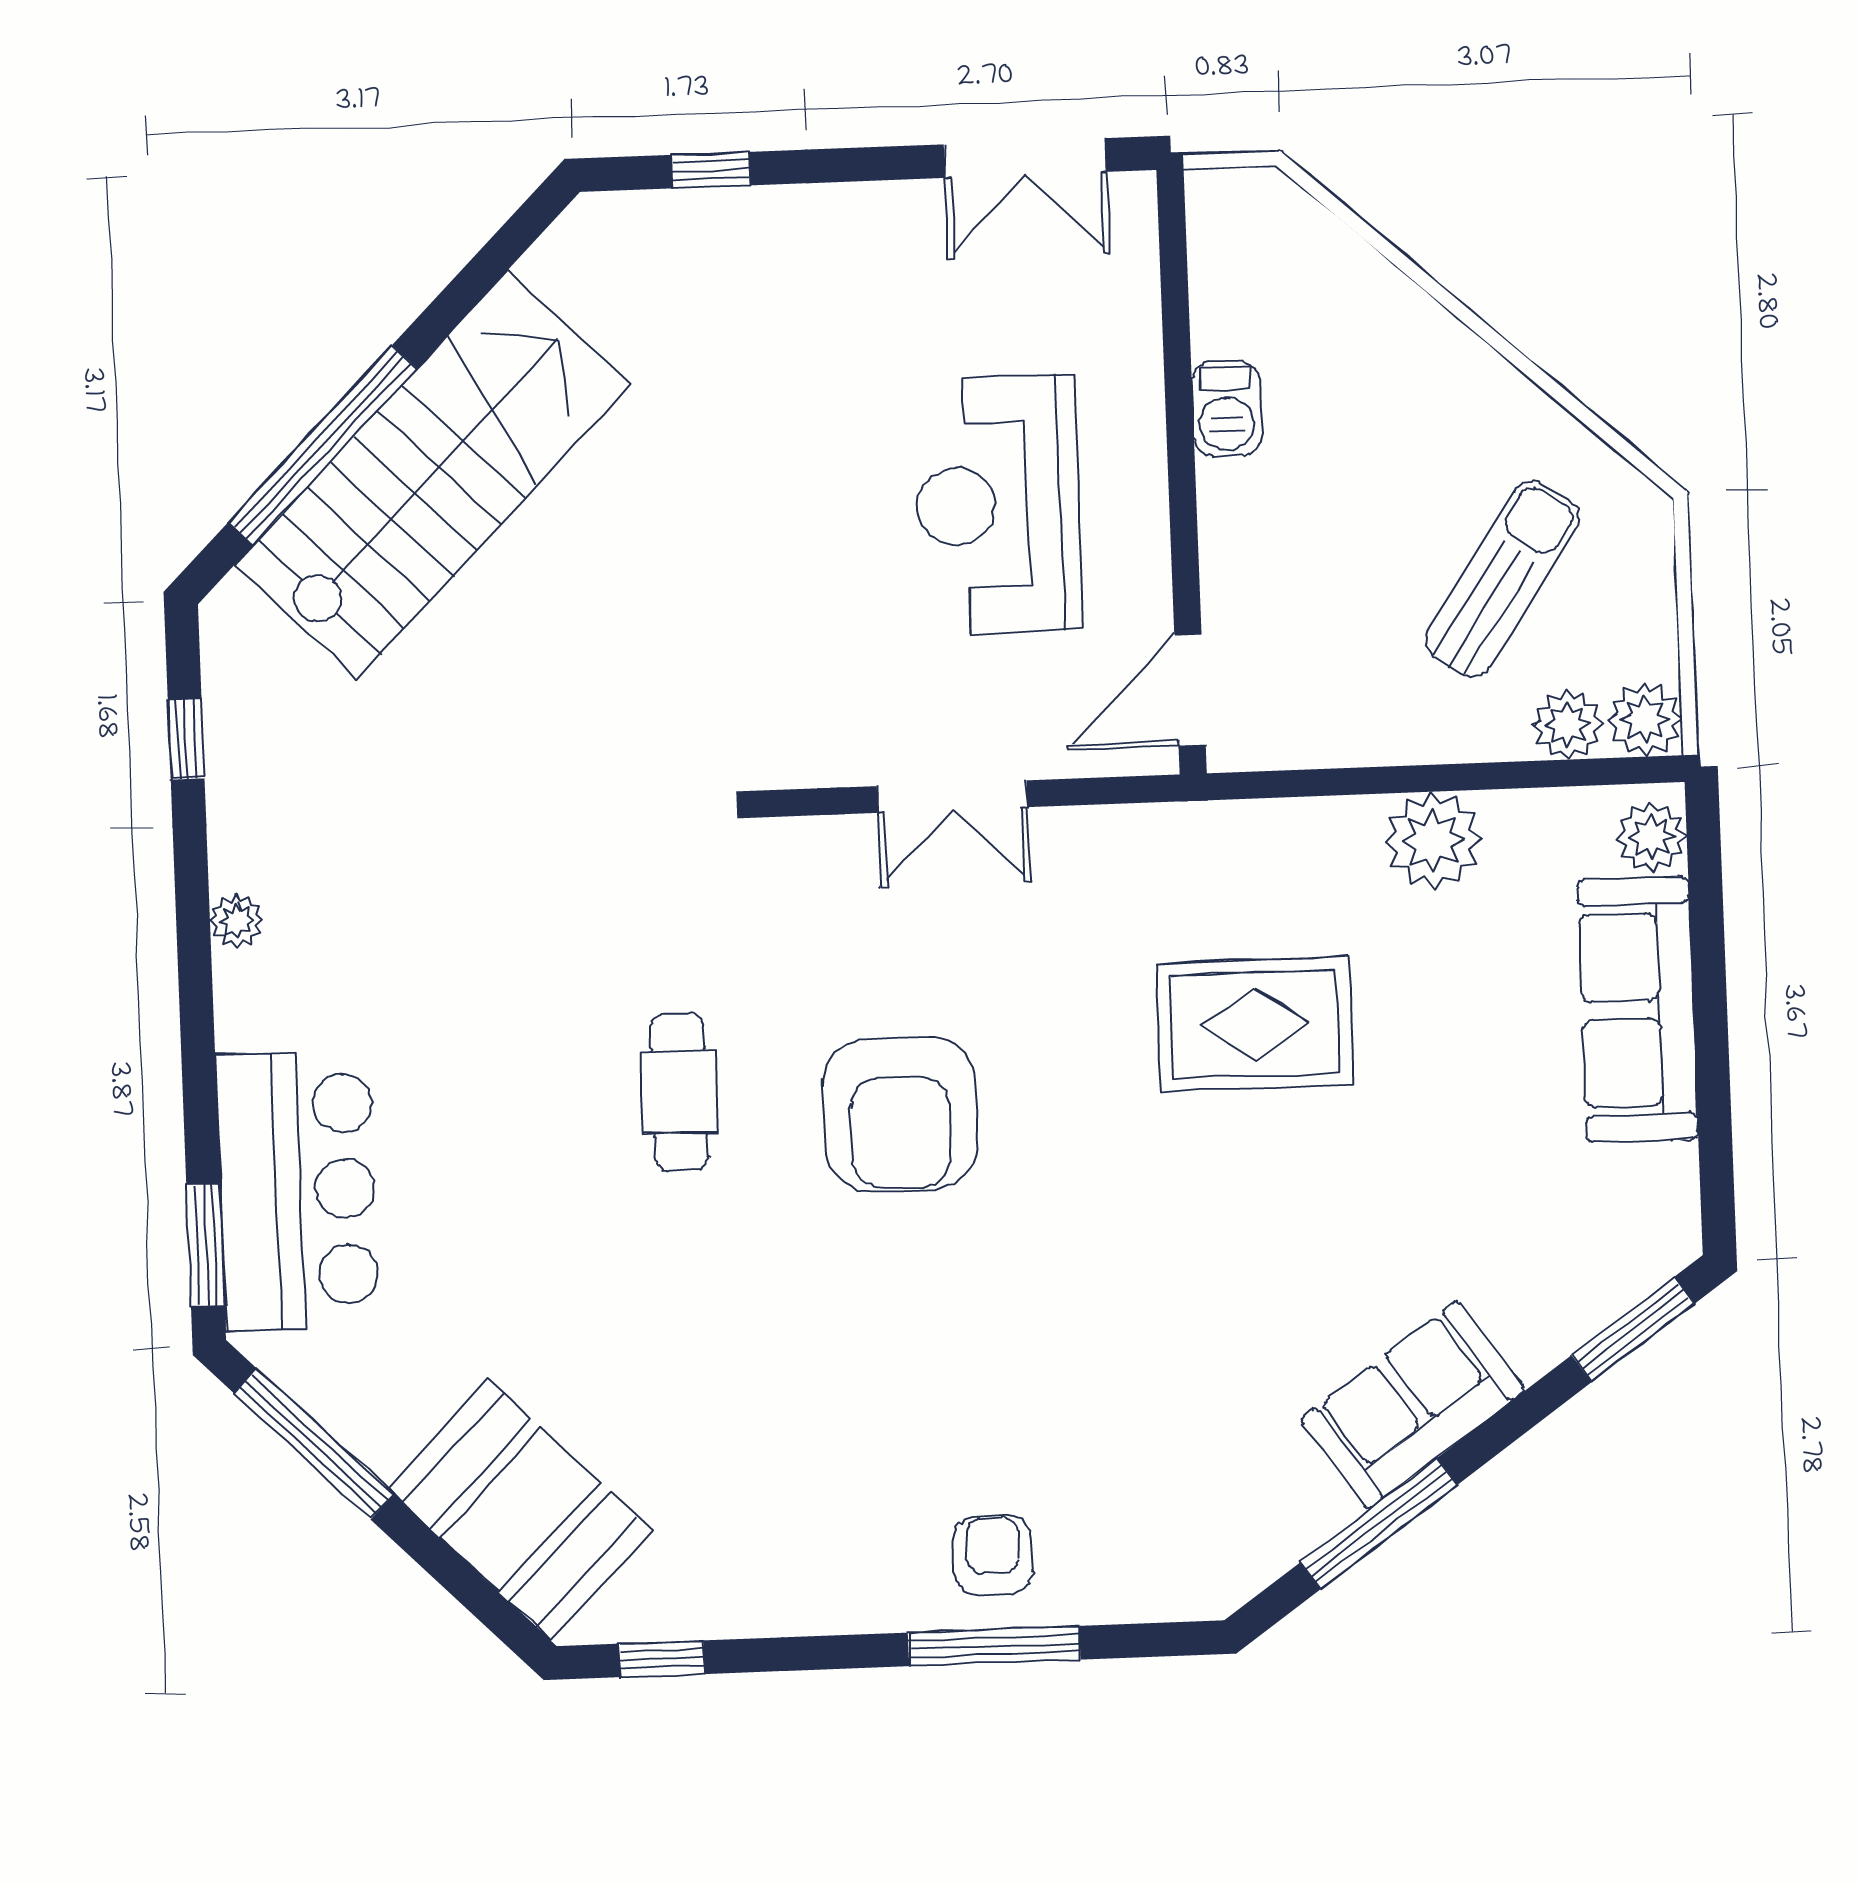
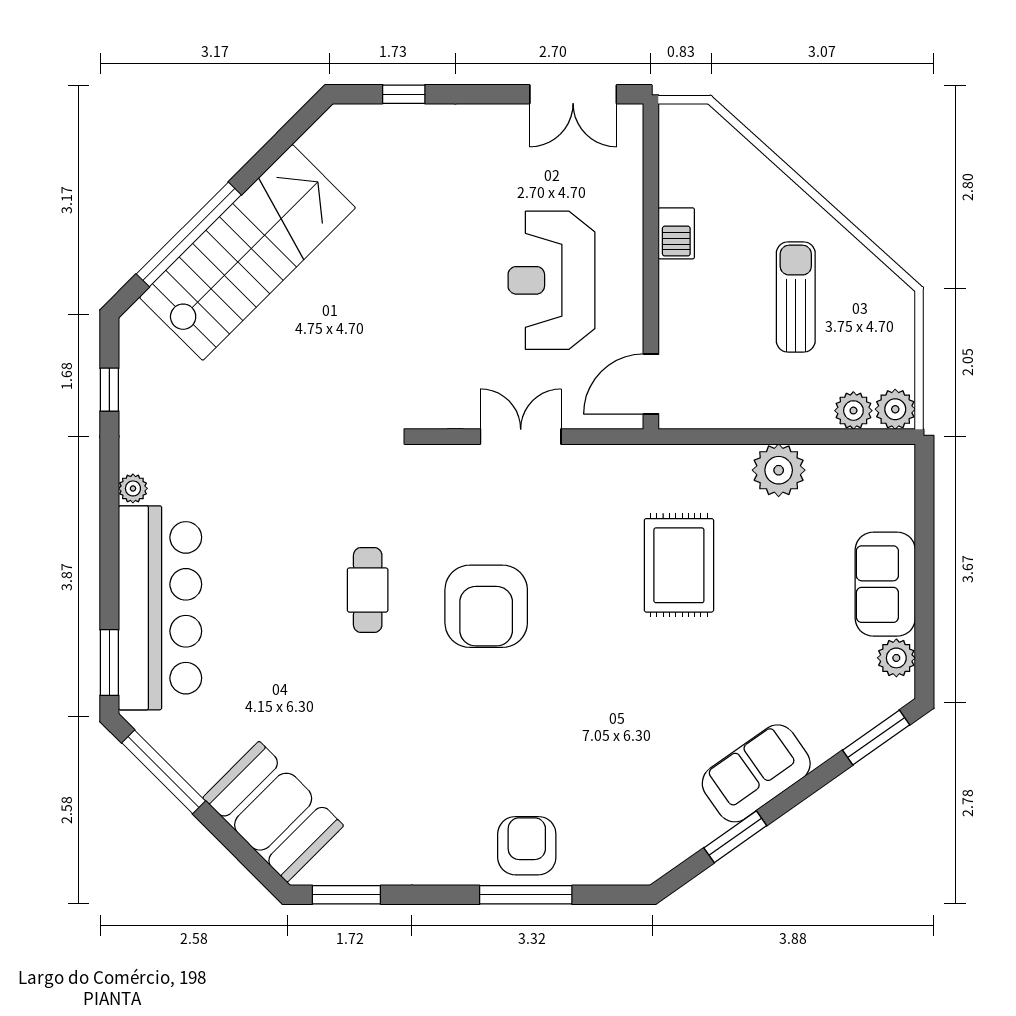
sun lounger: (1502, 579) -> (796, 297), moved, turned -34
double door: (952, 797) -> (521, 437), swing flipped
plant: (1651, 837) -> (896, 658), moved
sofa: (1638, 1010) -> (885, 584), width x0.73
rug: (1255, 1024) -> (679, 565), turned 90
bar counter: (297, 1190) -> (160, 608), width x1.36
window: (1379, 1524) -> (735, 837), width x0.69
armchair: (993, 1555) -> (527, 846), width x1.38, depth x1.38
window: (662, 1659) -> (346, 895), width x1.50

